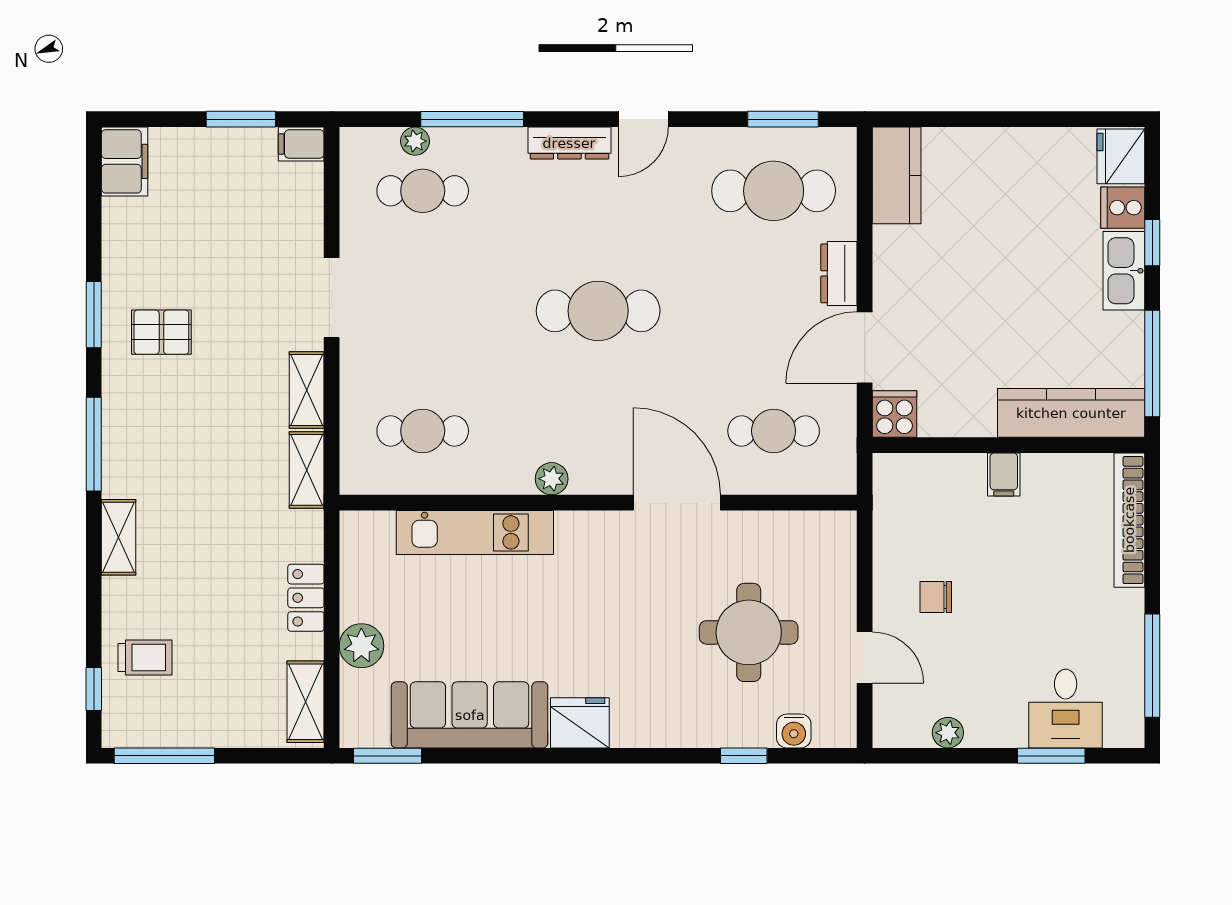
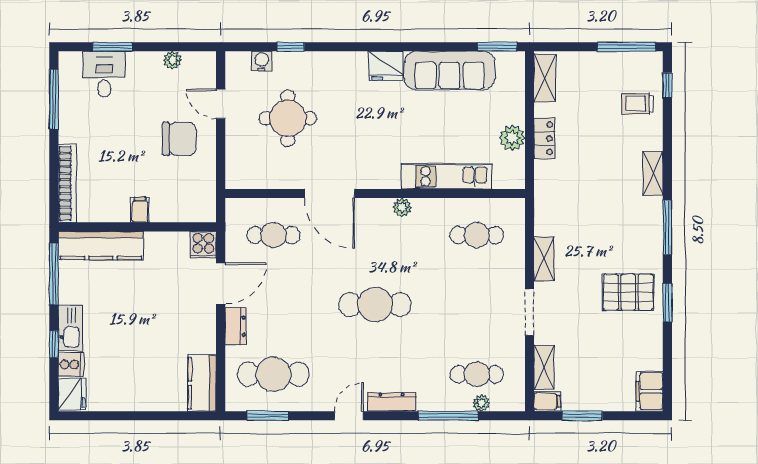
pallet: (161, 332) -> (628, 292), width x1.50, depth x1.42
shelving: (307, 470) -> (544, 367), moved
chair: (936, 597) -> (179, 139), width x1.87, depth x1.87
plant: (361, 646) -> (512, 138), moved

